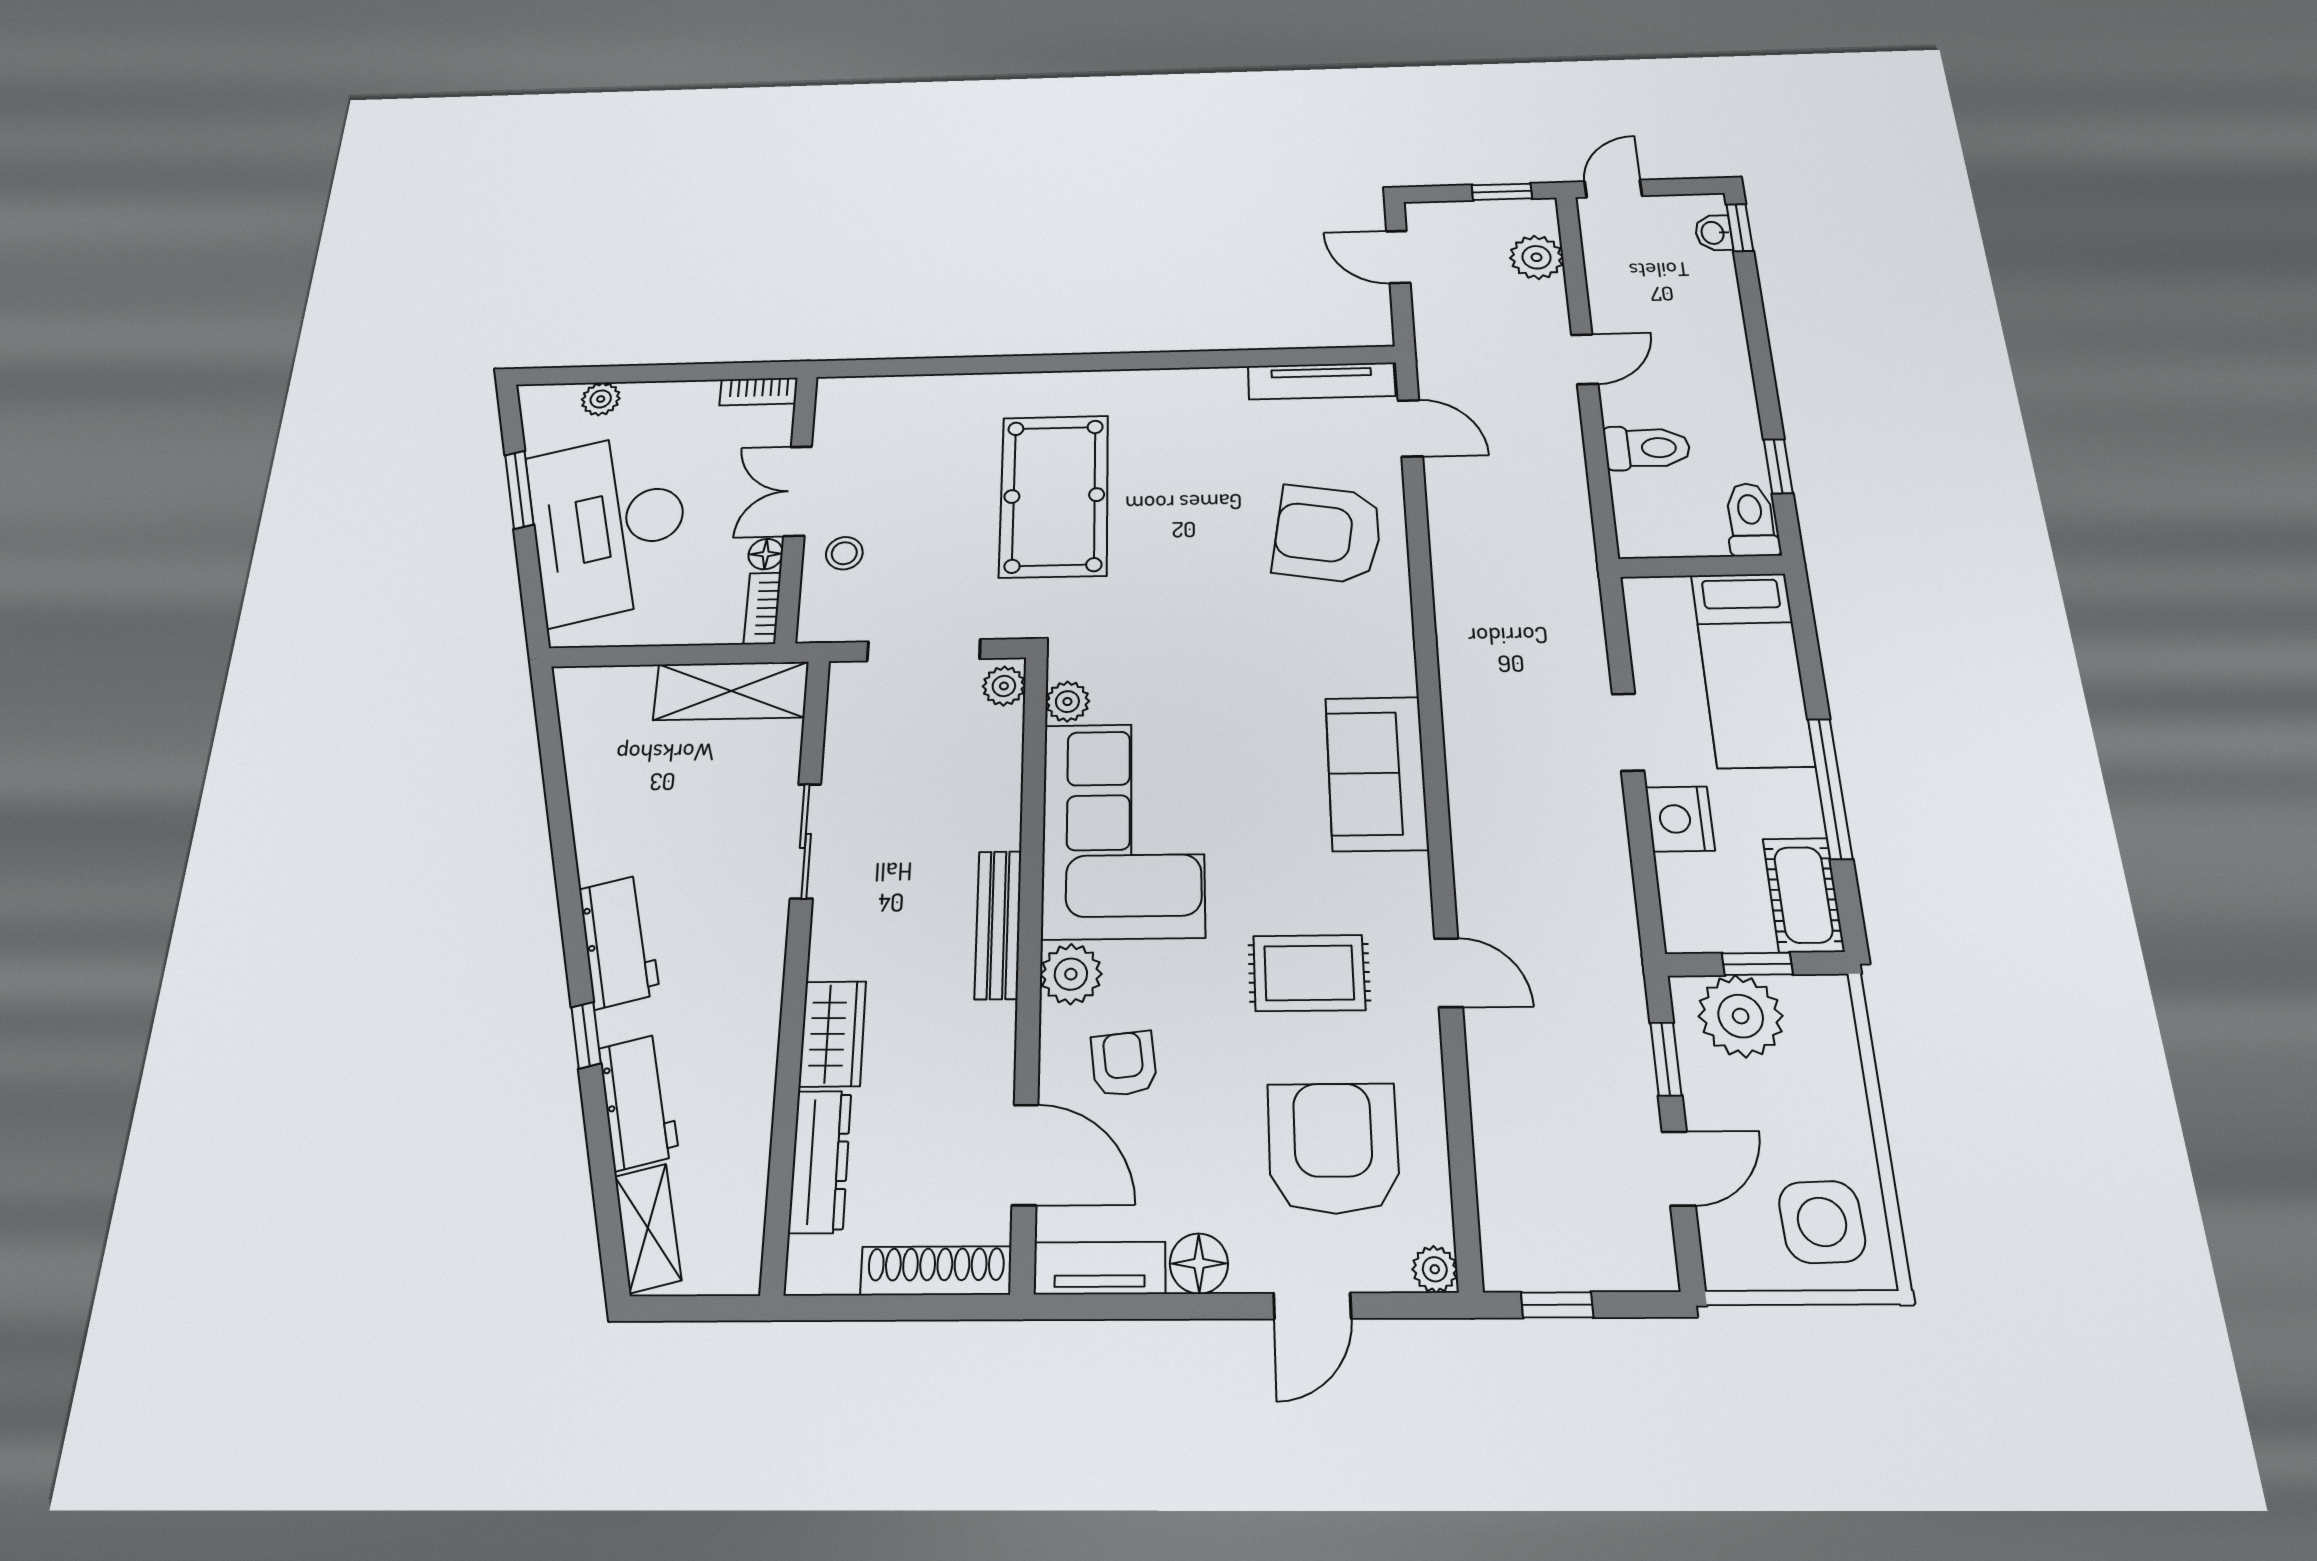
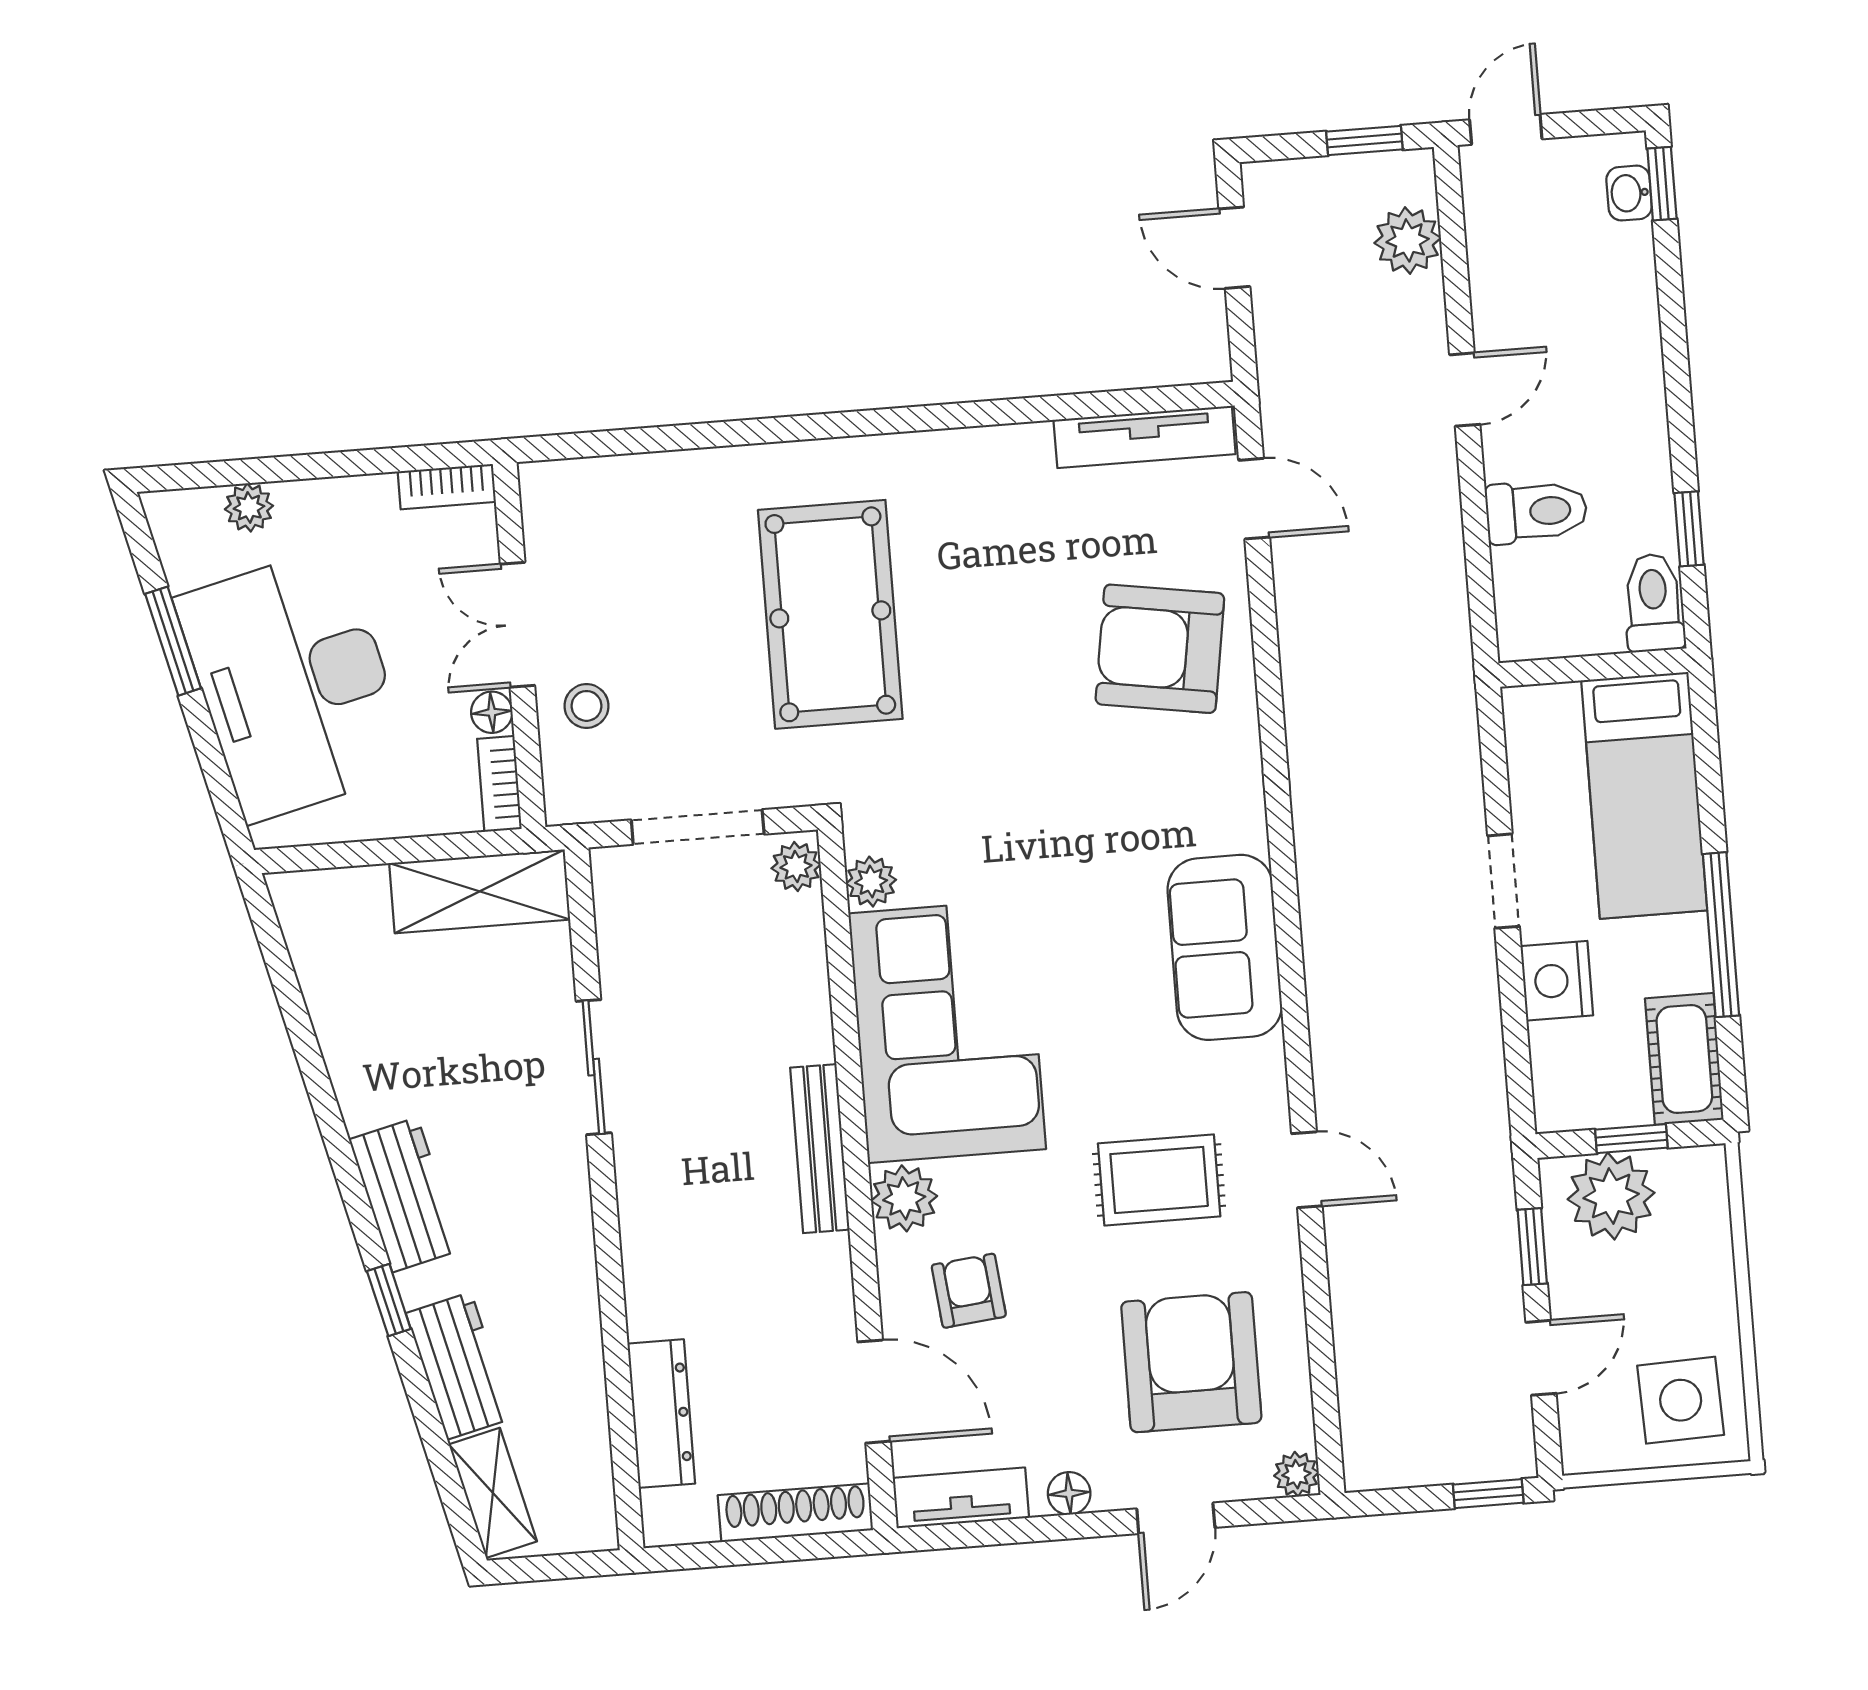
wardrobe: (832, 1034) -> (655, 1280), removed
floor lamp: (1199, 1263) -> (1069, 1493), width x0.73, depth x0.73
window: (1557, 1305) -> (1488, 1494), moved

